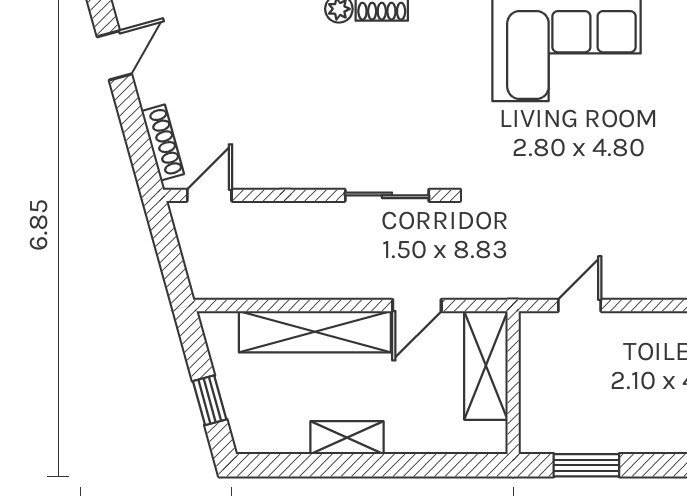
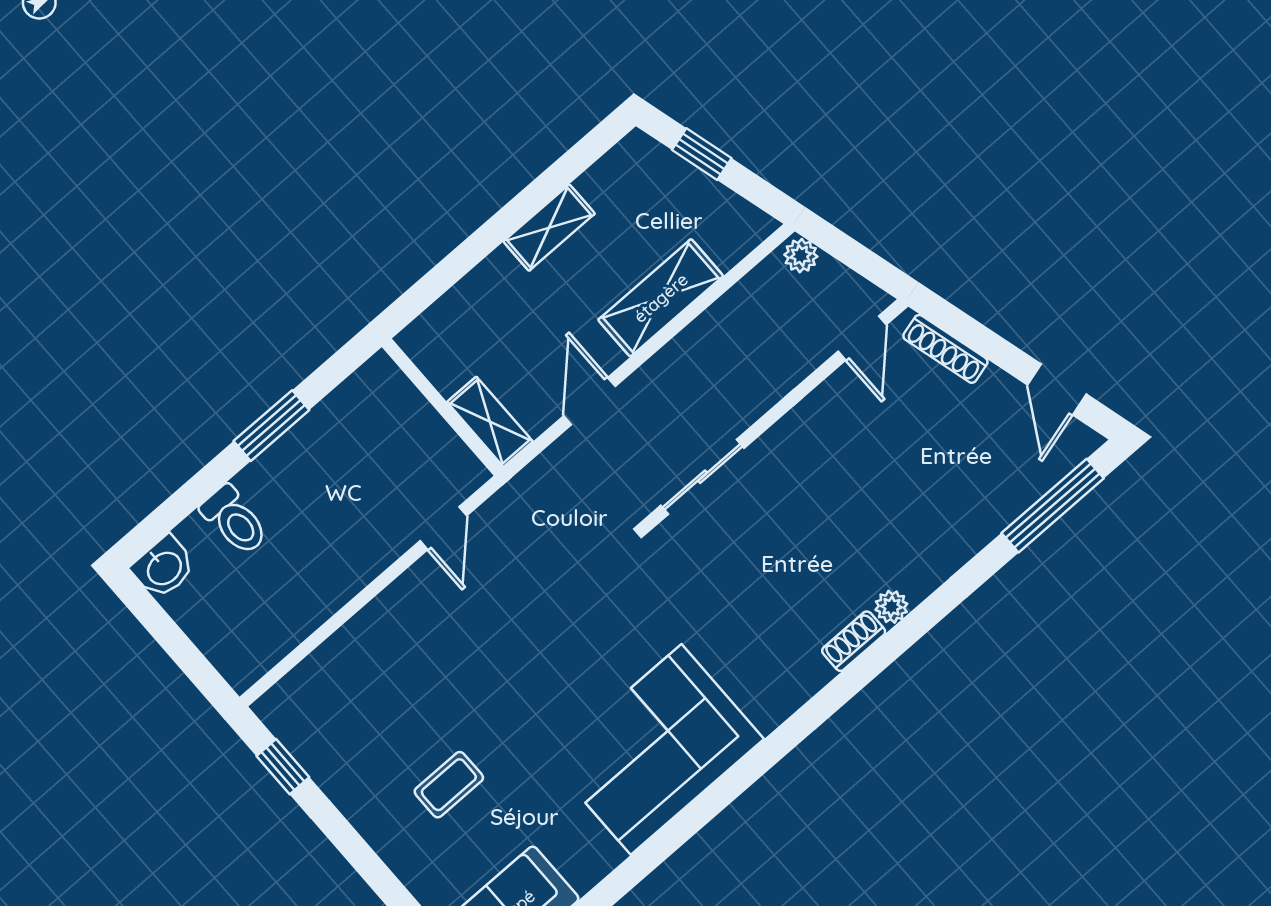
plant: (203, 281) -> (801, 256), added
shelving: (315, 332) -> (661, 298), width x0.68
shelving: (486, 365) -> (490, 422), width x0.67, depth x0.75
window: (586, 465) -> (271, 426), moved

